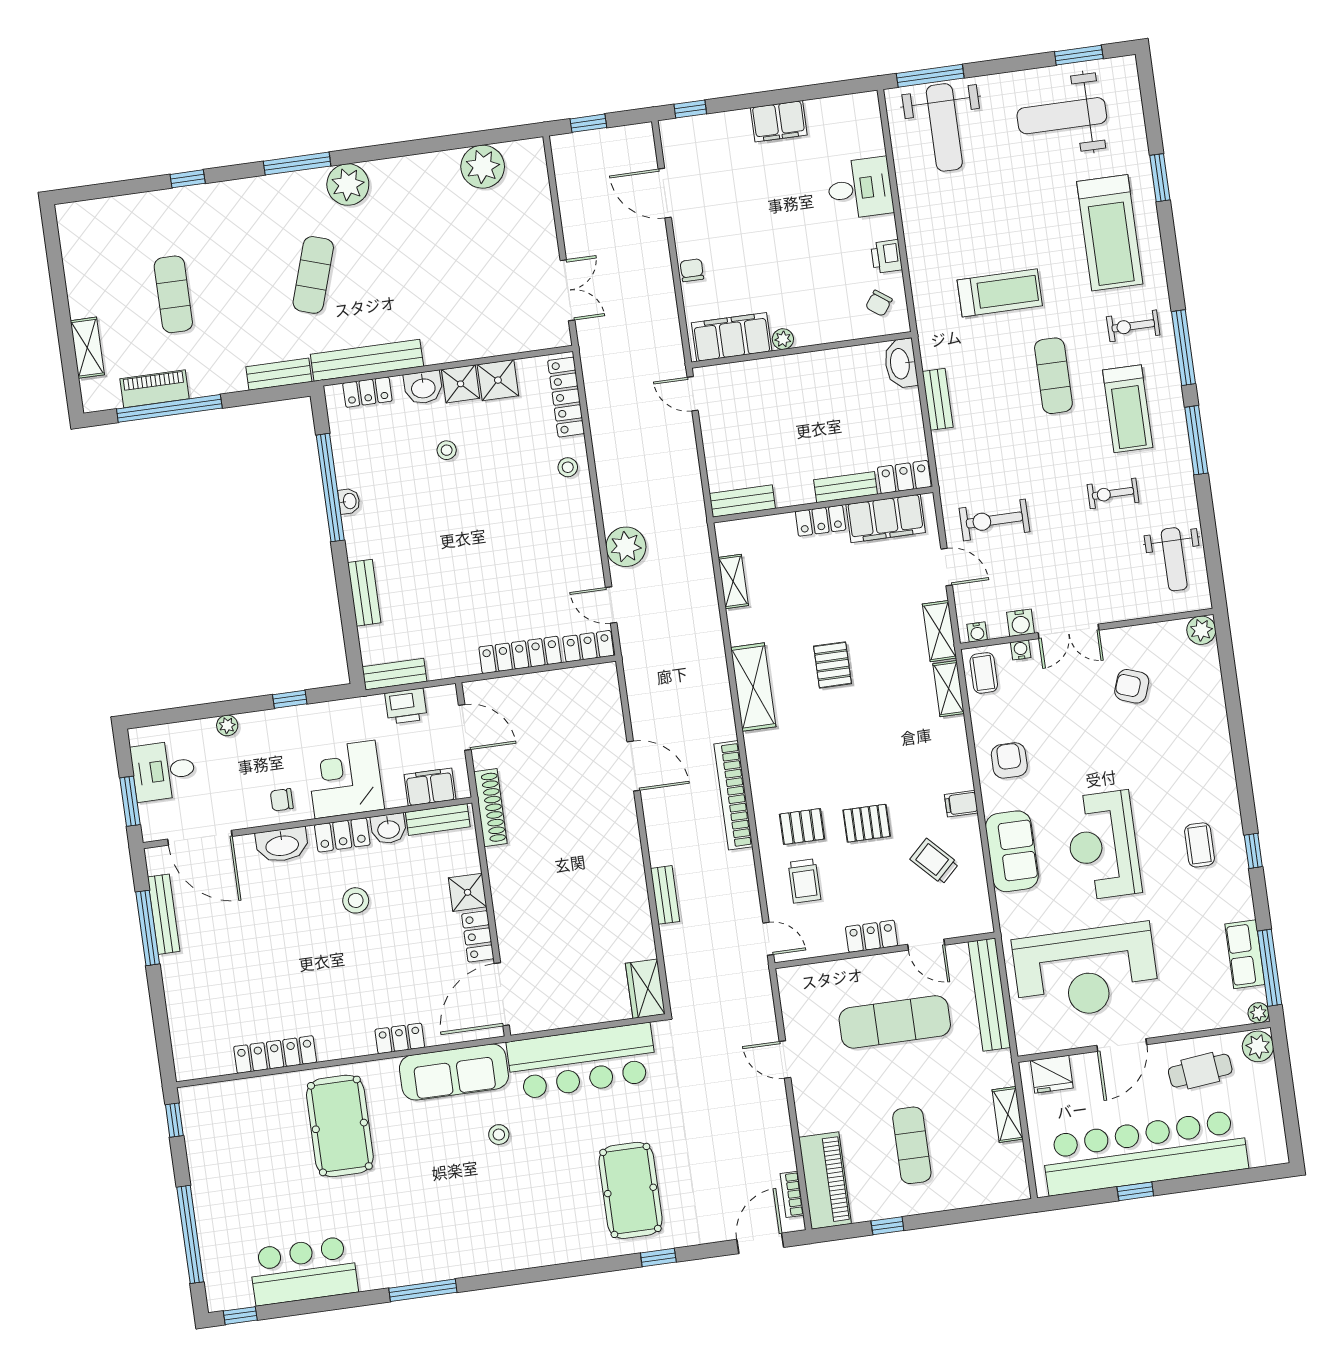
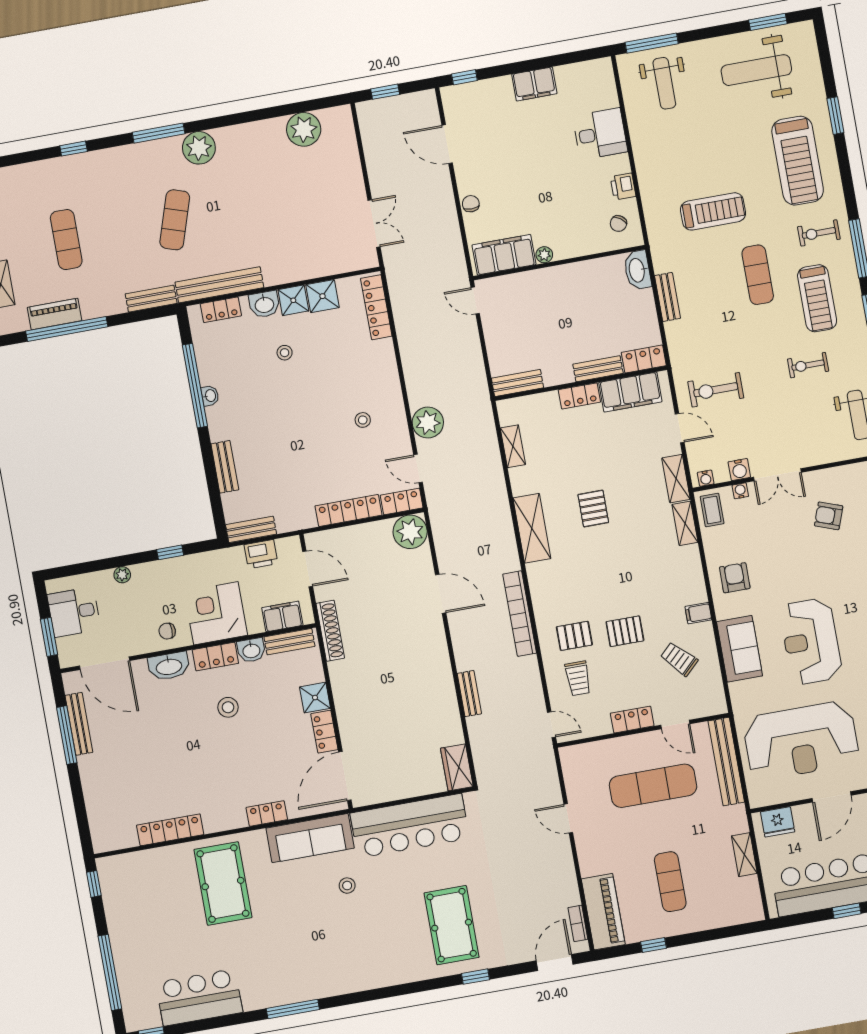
weight bench: (944, 127) -> (664, 83), width x0.73, depth x0.75
stool: (568, 467) -> (363, 420), moved
plant: (598, 685) -> (410, 532), added

